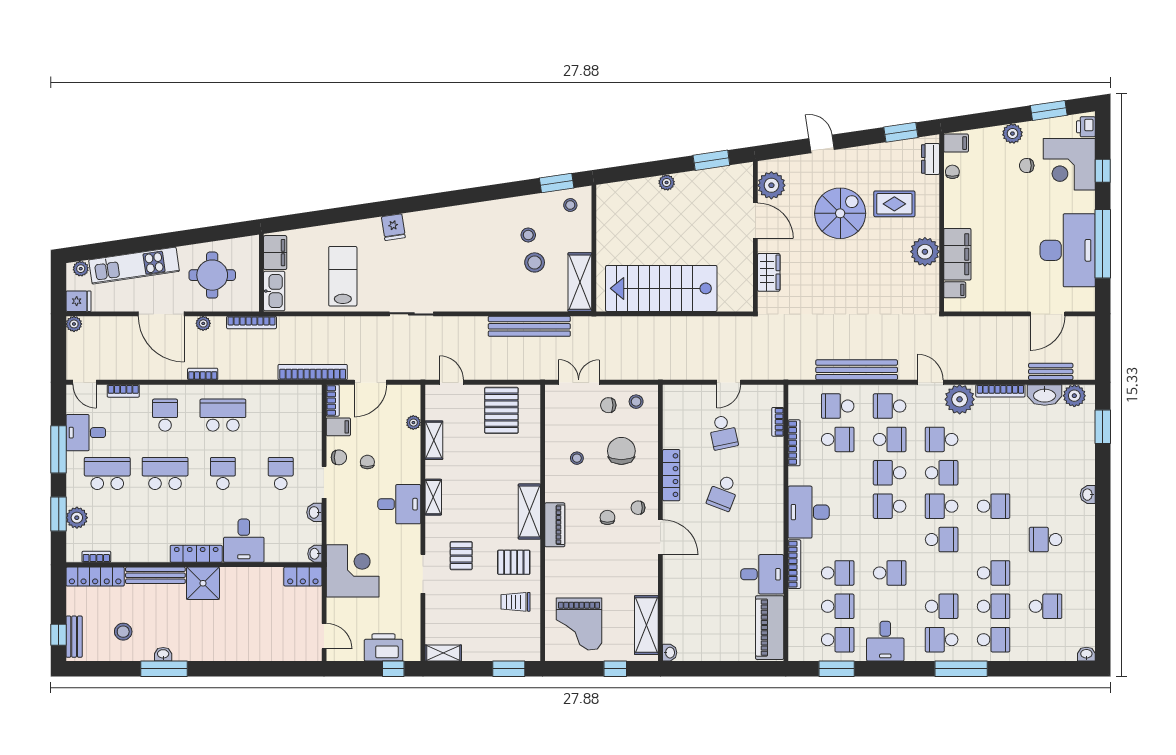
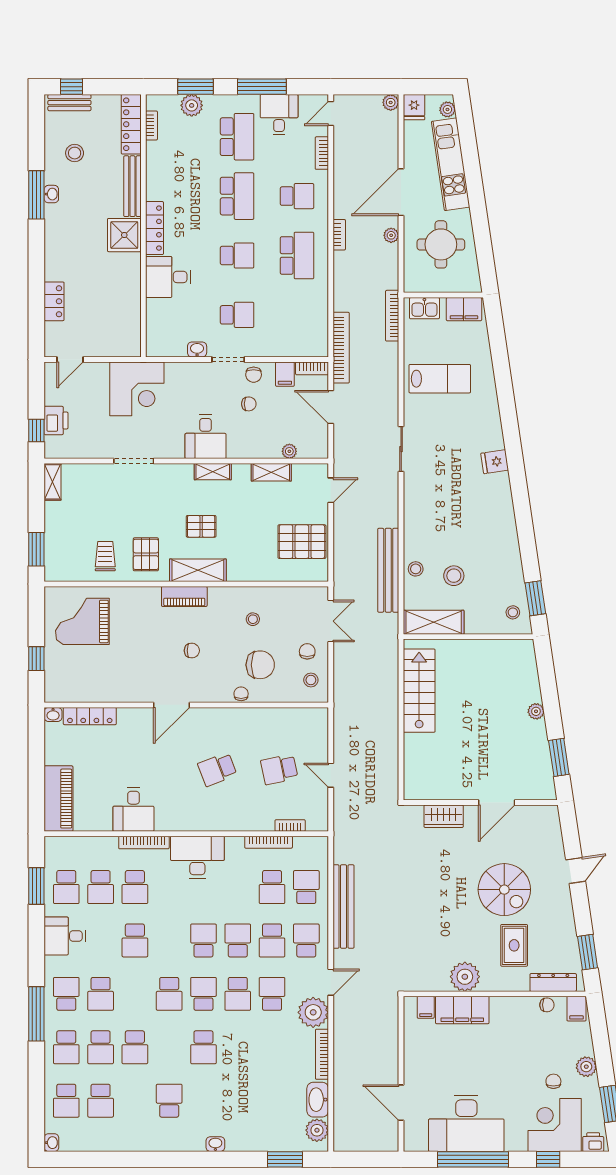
dresser: (931, 159) -> (553, 982), width x1.44
plant: (771, 185) -> (533, 819), removed
fridge: (393, 227) -> (495, 462), moved
stool: (528, 235) -> (416, 569), moved
stairs: (661, 288) -> (419, 691), width x0.73, depth x0.66
kitchen sink: (274, 291) -> (424, 308), width x0.73
bookcase: (251, 322) -> (392, 316), moved
bench: (1051, 372) -> (342, 1106), removed
locker: (671, 475) -> (90, 716), moved
school desk: (723, 493) -> (217, 769), turned -42
chair: (638, 508) -> (241, 694), moved
washbasin: (315, 554) -> (155, 350), removed
pallet: (461, 556) -> (201, 526), moved
locker: (303, 577) -> (54, 301), moved, turned 180
shelving: (646, 625) -> (81, 691), removed
piano: (770, 628) -> (58, 799), moved, turned 90
school desk: (1046, 640) -> (66, 1101), added
printer: (384, 647) -> (56, 420), width x0.73, depth x0.84

